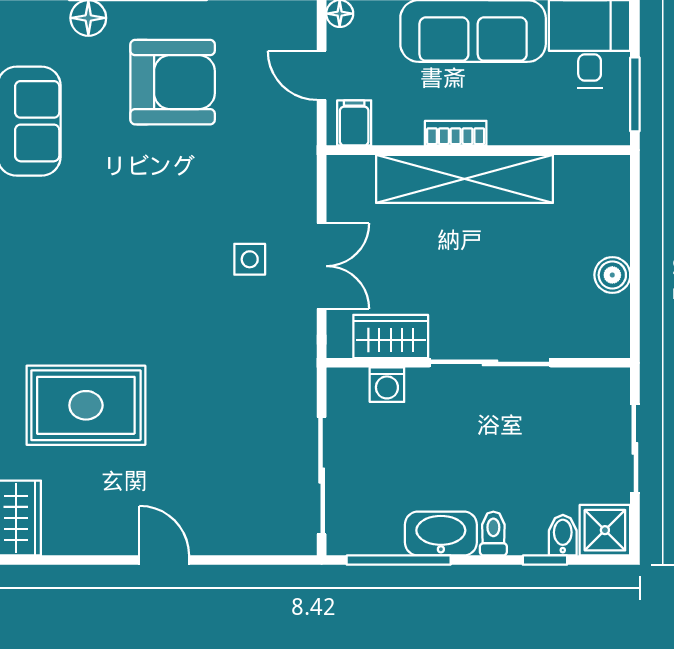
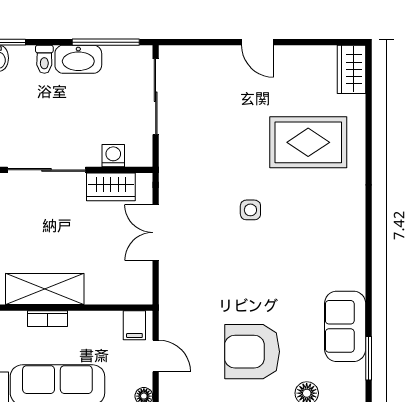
bookcase: (456, 133) -> (48, 319), moved
shelving: (464, 179) -> (45, 289), width x0.68
side table: (250, 259) -> (250, 210), moved

